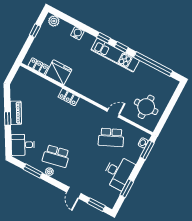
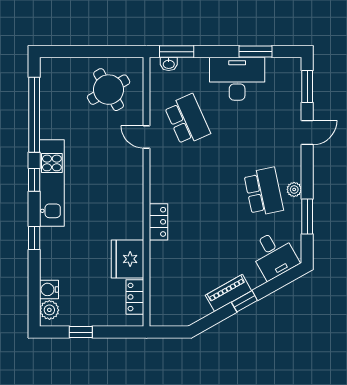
water cooler: (77, 33) -> (49, 289), moved
window: (104, 38) -> (34, 238), moved
round table: (146, 107) -> (109, 90), turned -30

